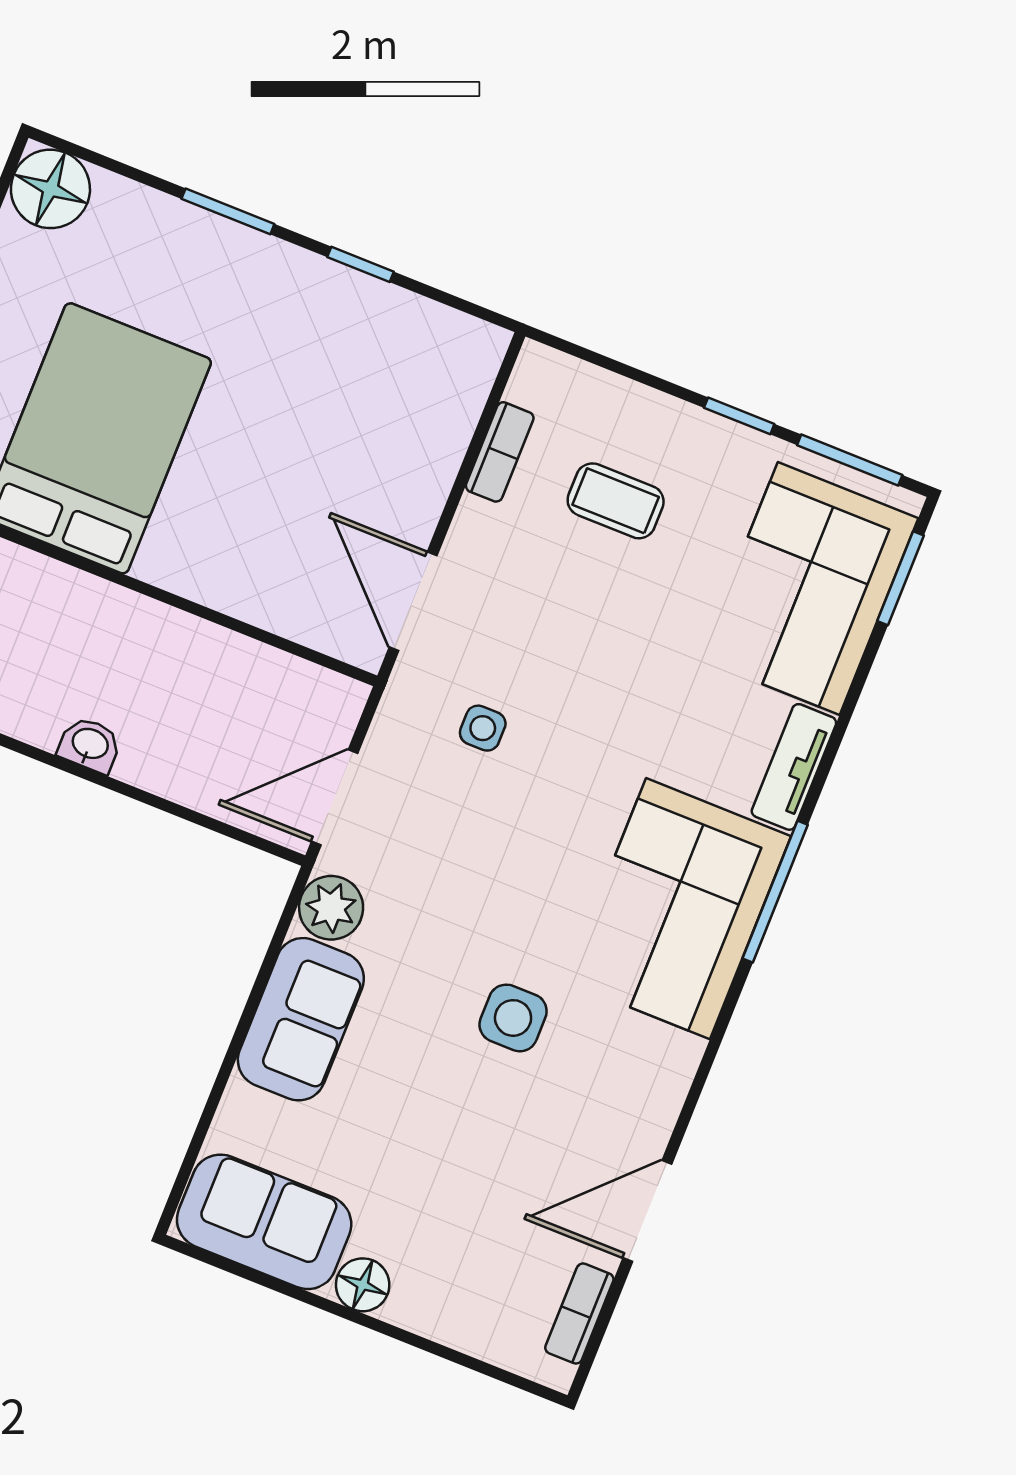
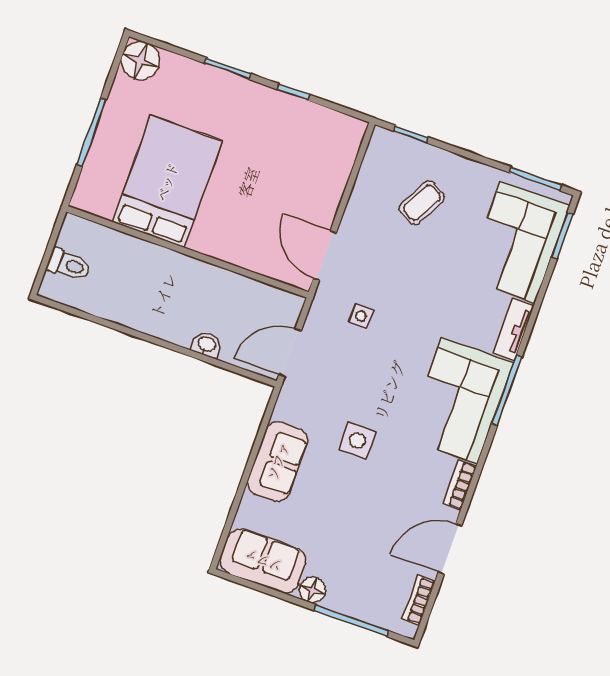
window: (739, 416) -> (411, 134), moved
bookcase: (500, 452) -> (460, 485), moved, turned 180
coffee table: (616, 501) -> (422, 203), turned -62
washbasin: (90, 745) -> (207, 344), moved
plant: (331, 908) -> (290, 406), removed
side table: (513, 1018) -> (357, 440), moved
window: (439, 1350) -> (351, 620), added

